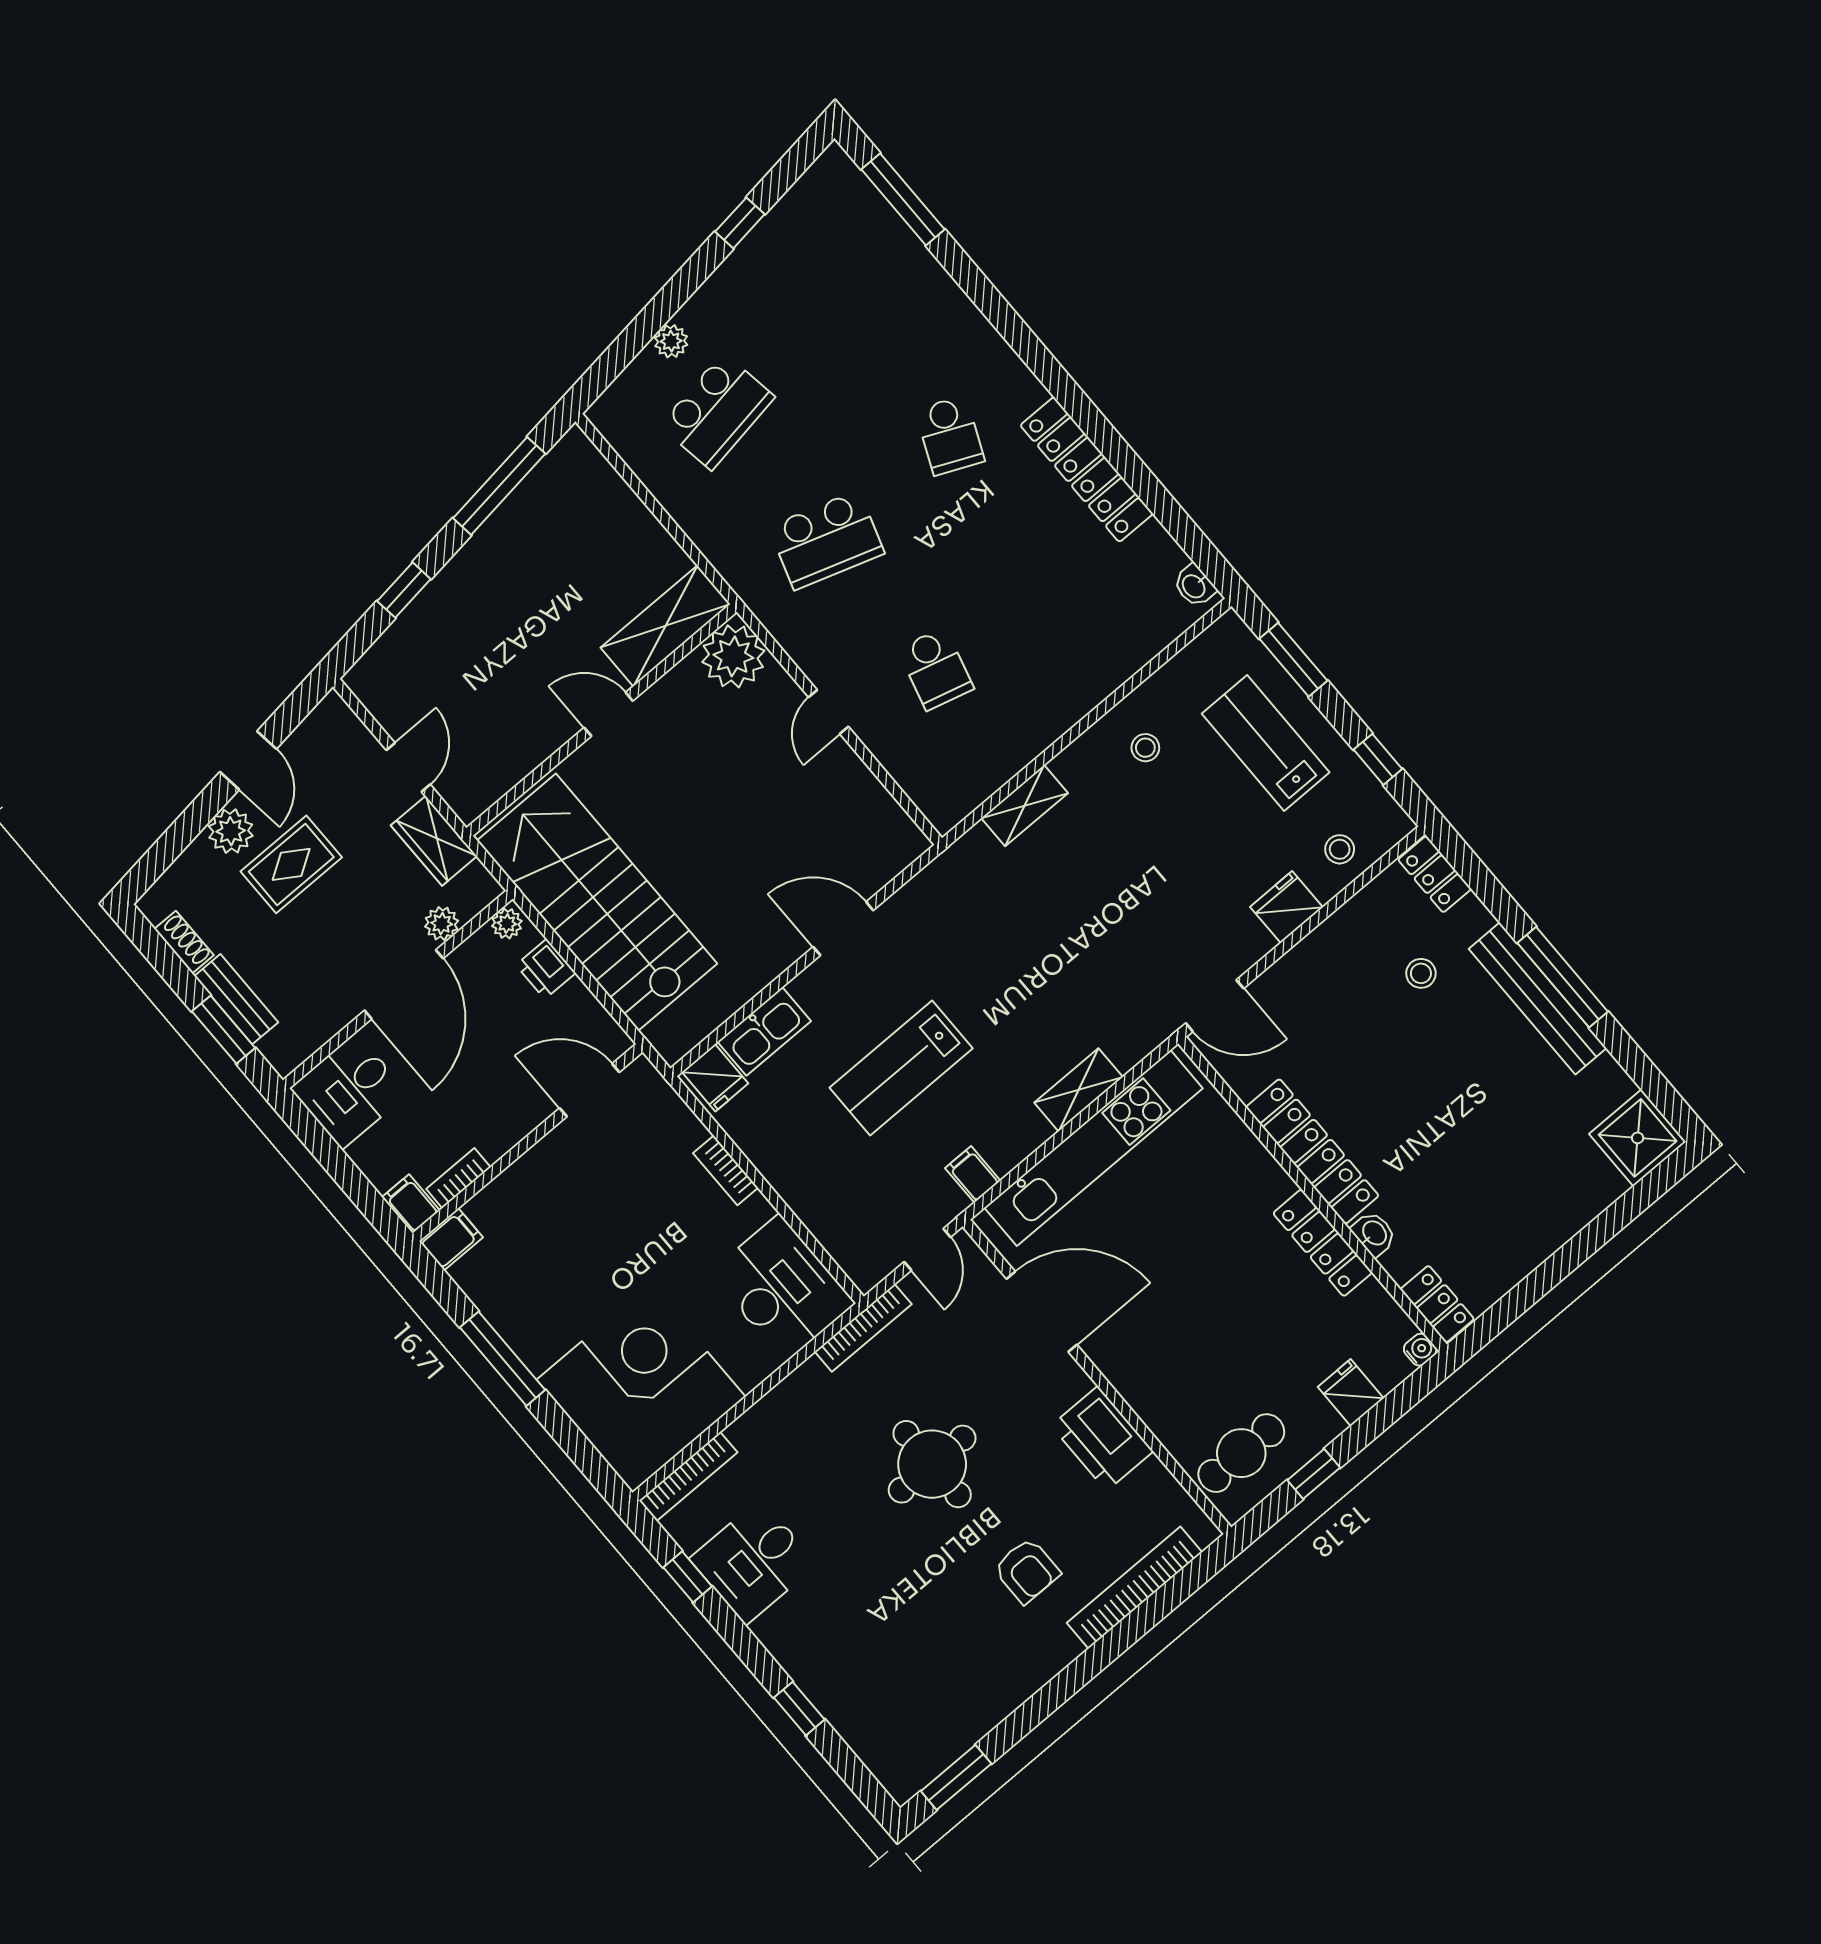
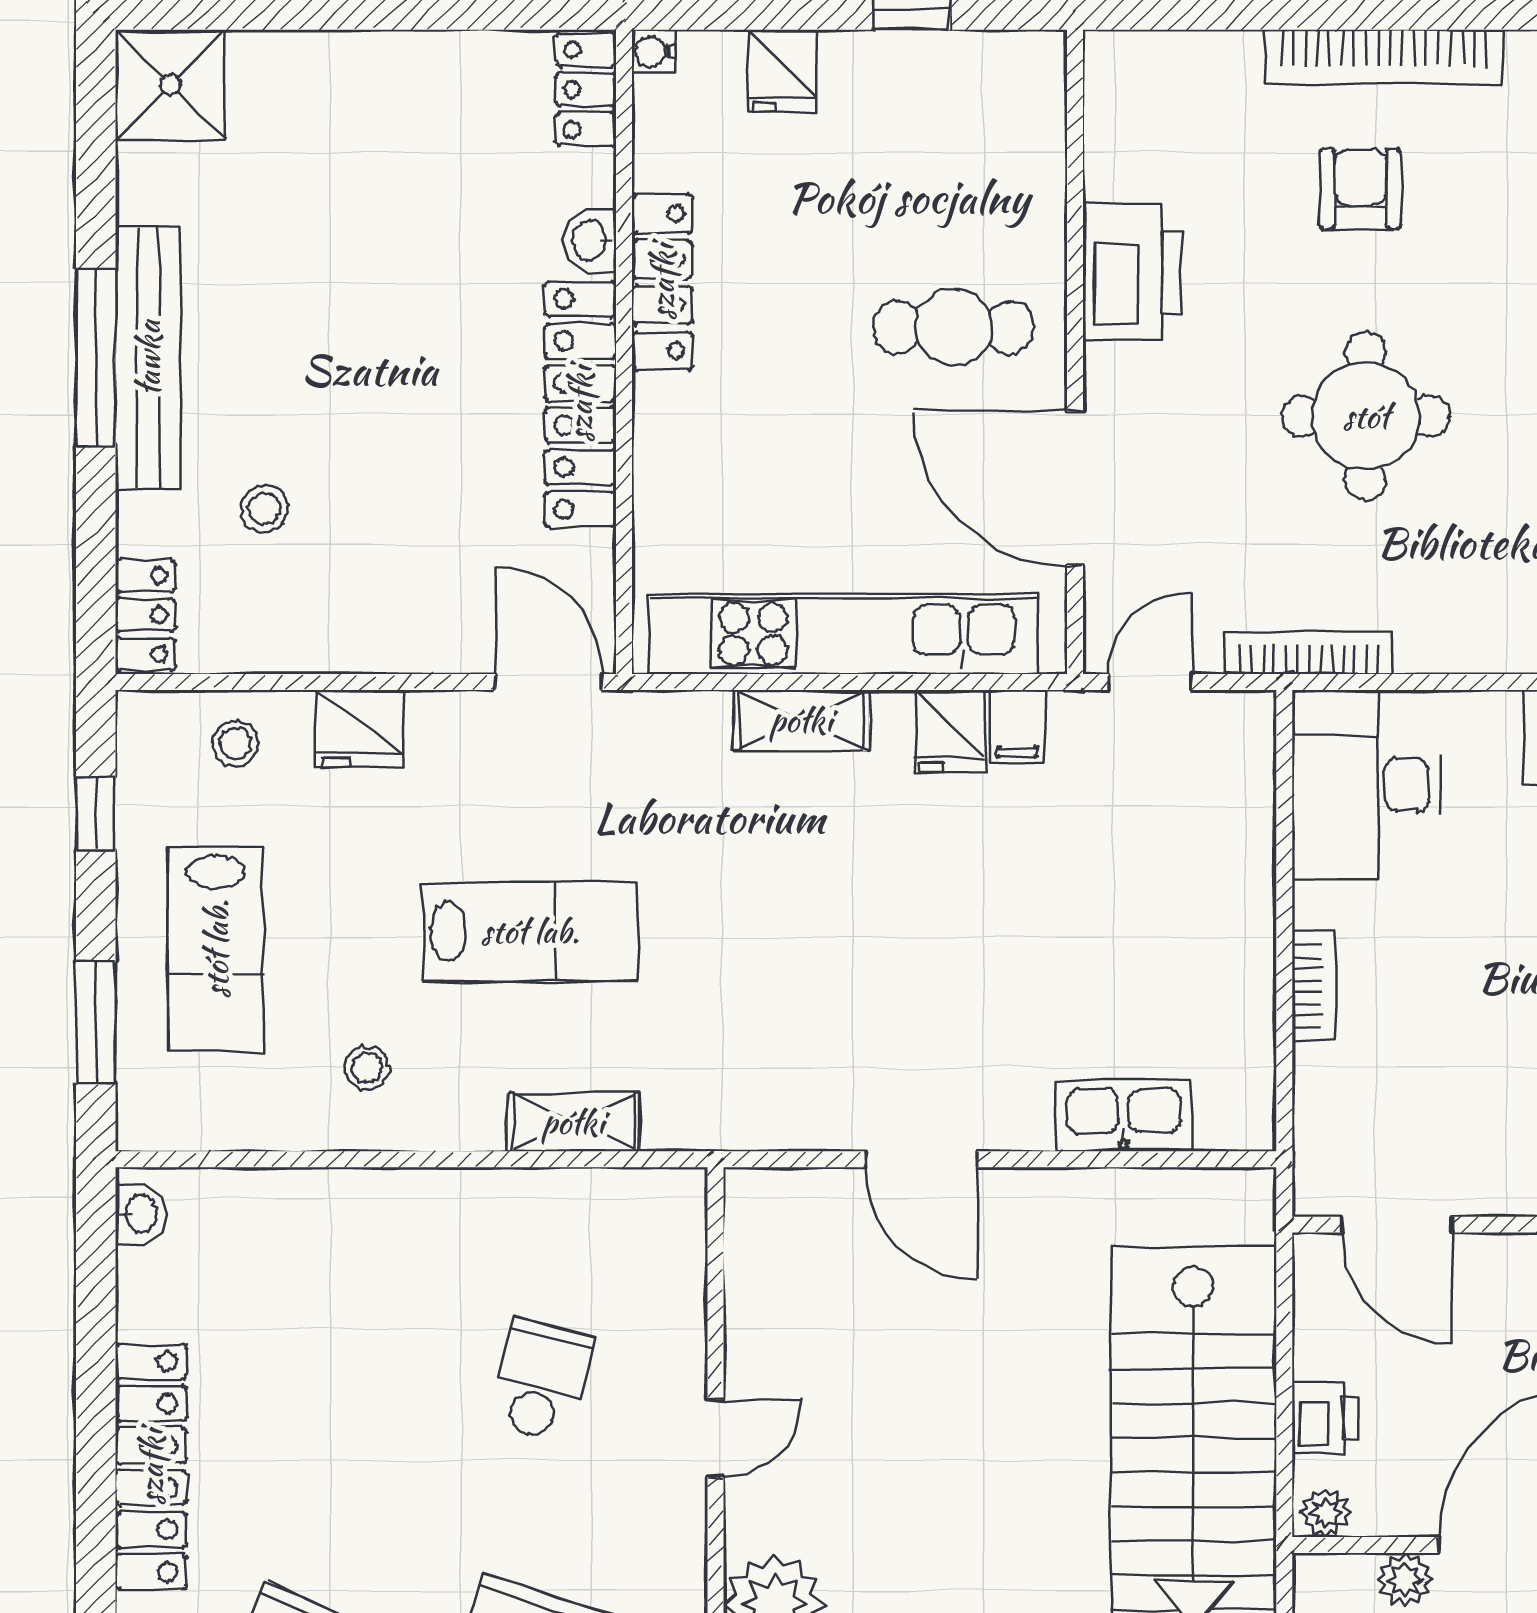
lab bench: (901, 1068) -> (530, 931), moved
fridge: (715, 1078) -> (950, 731), moved, turned 180
cafe table: (1241, 1453) -> (953, 327), moved
bookcase: (1135, 1588) -> (1384, 57), moved

